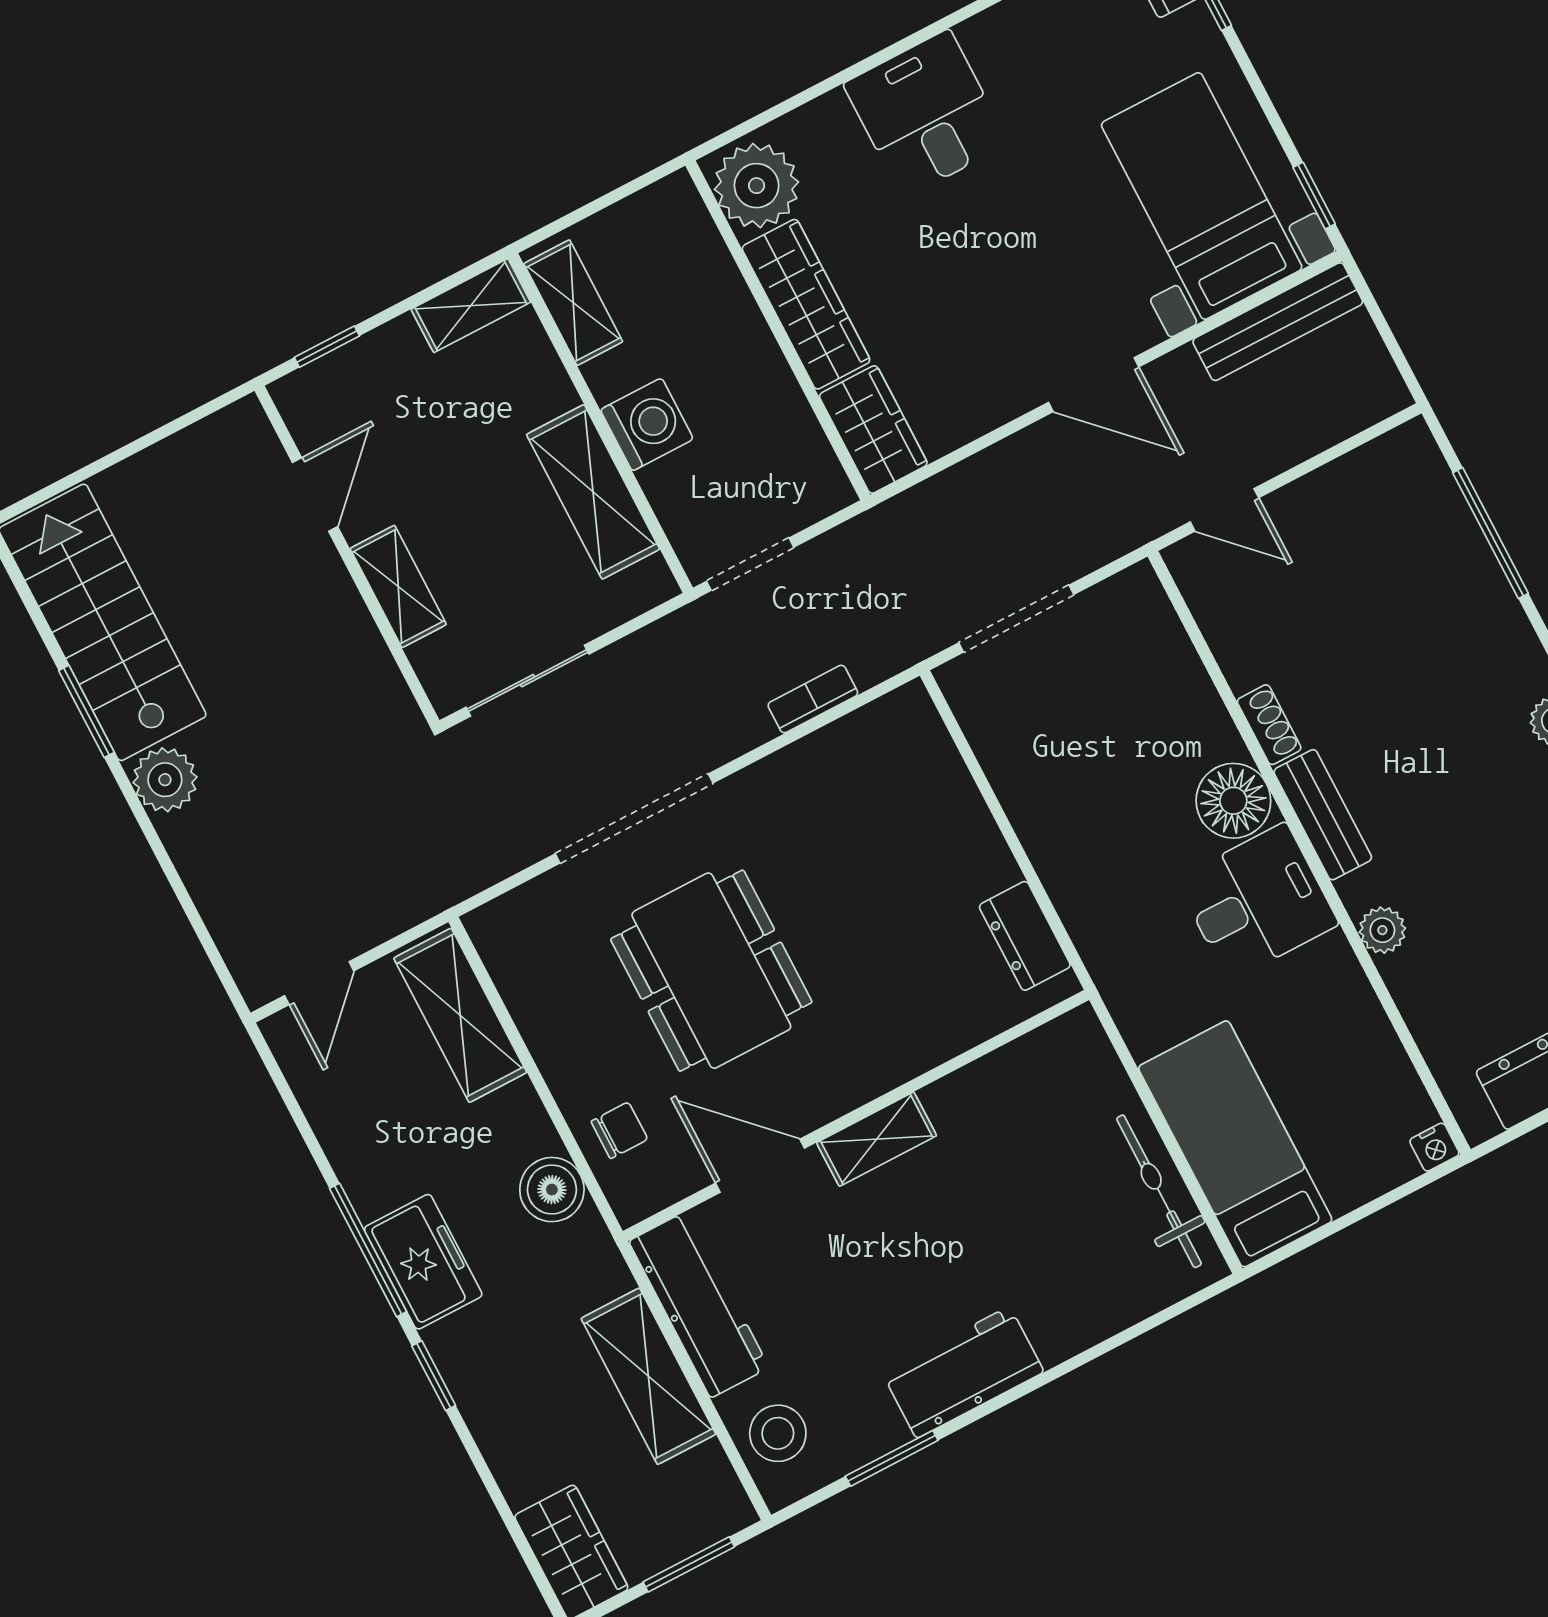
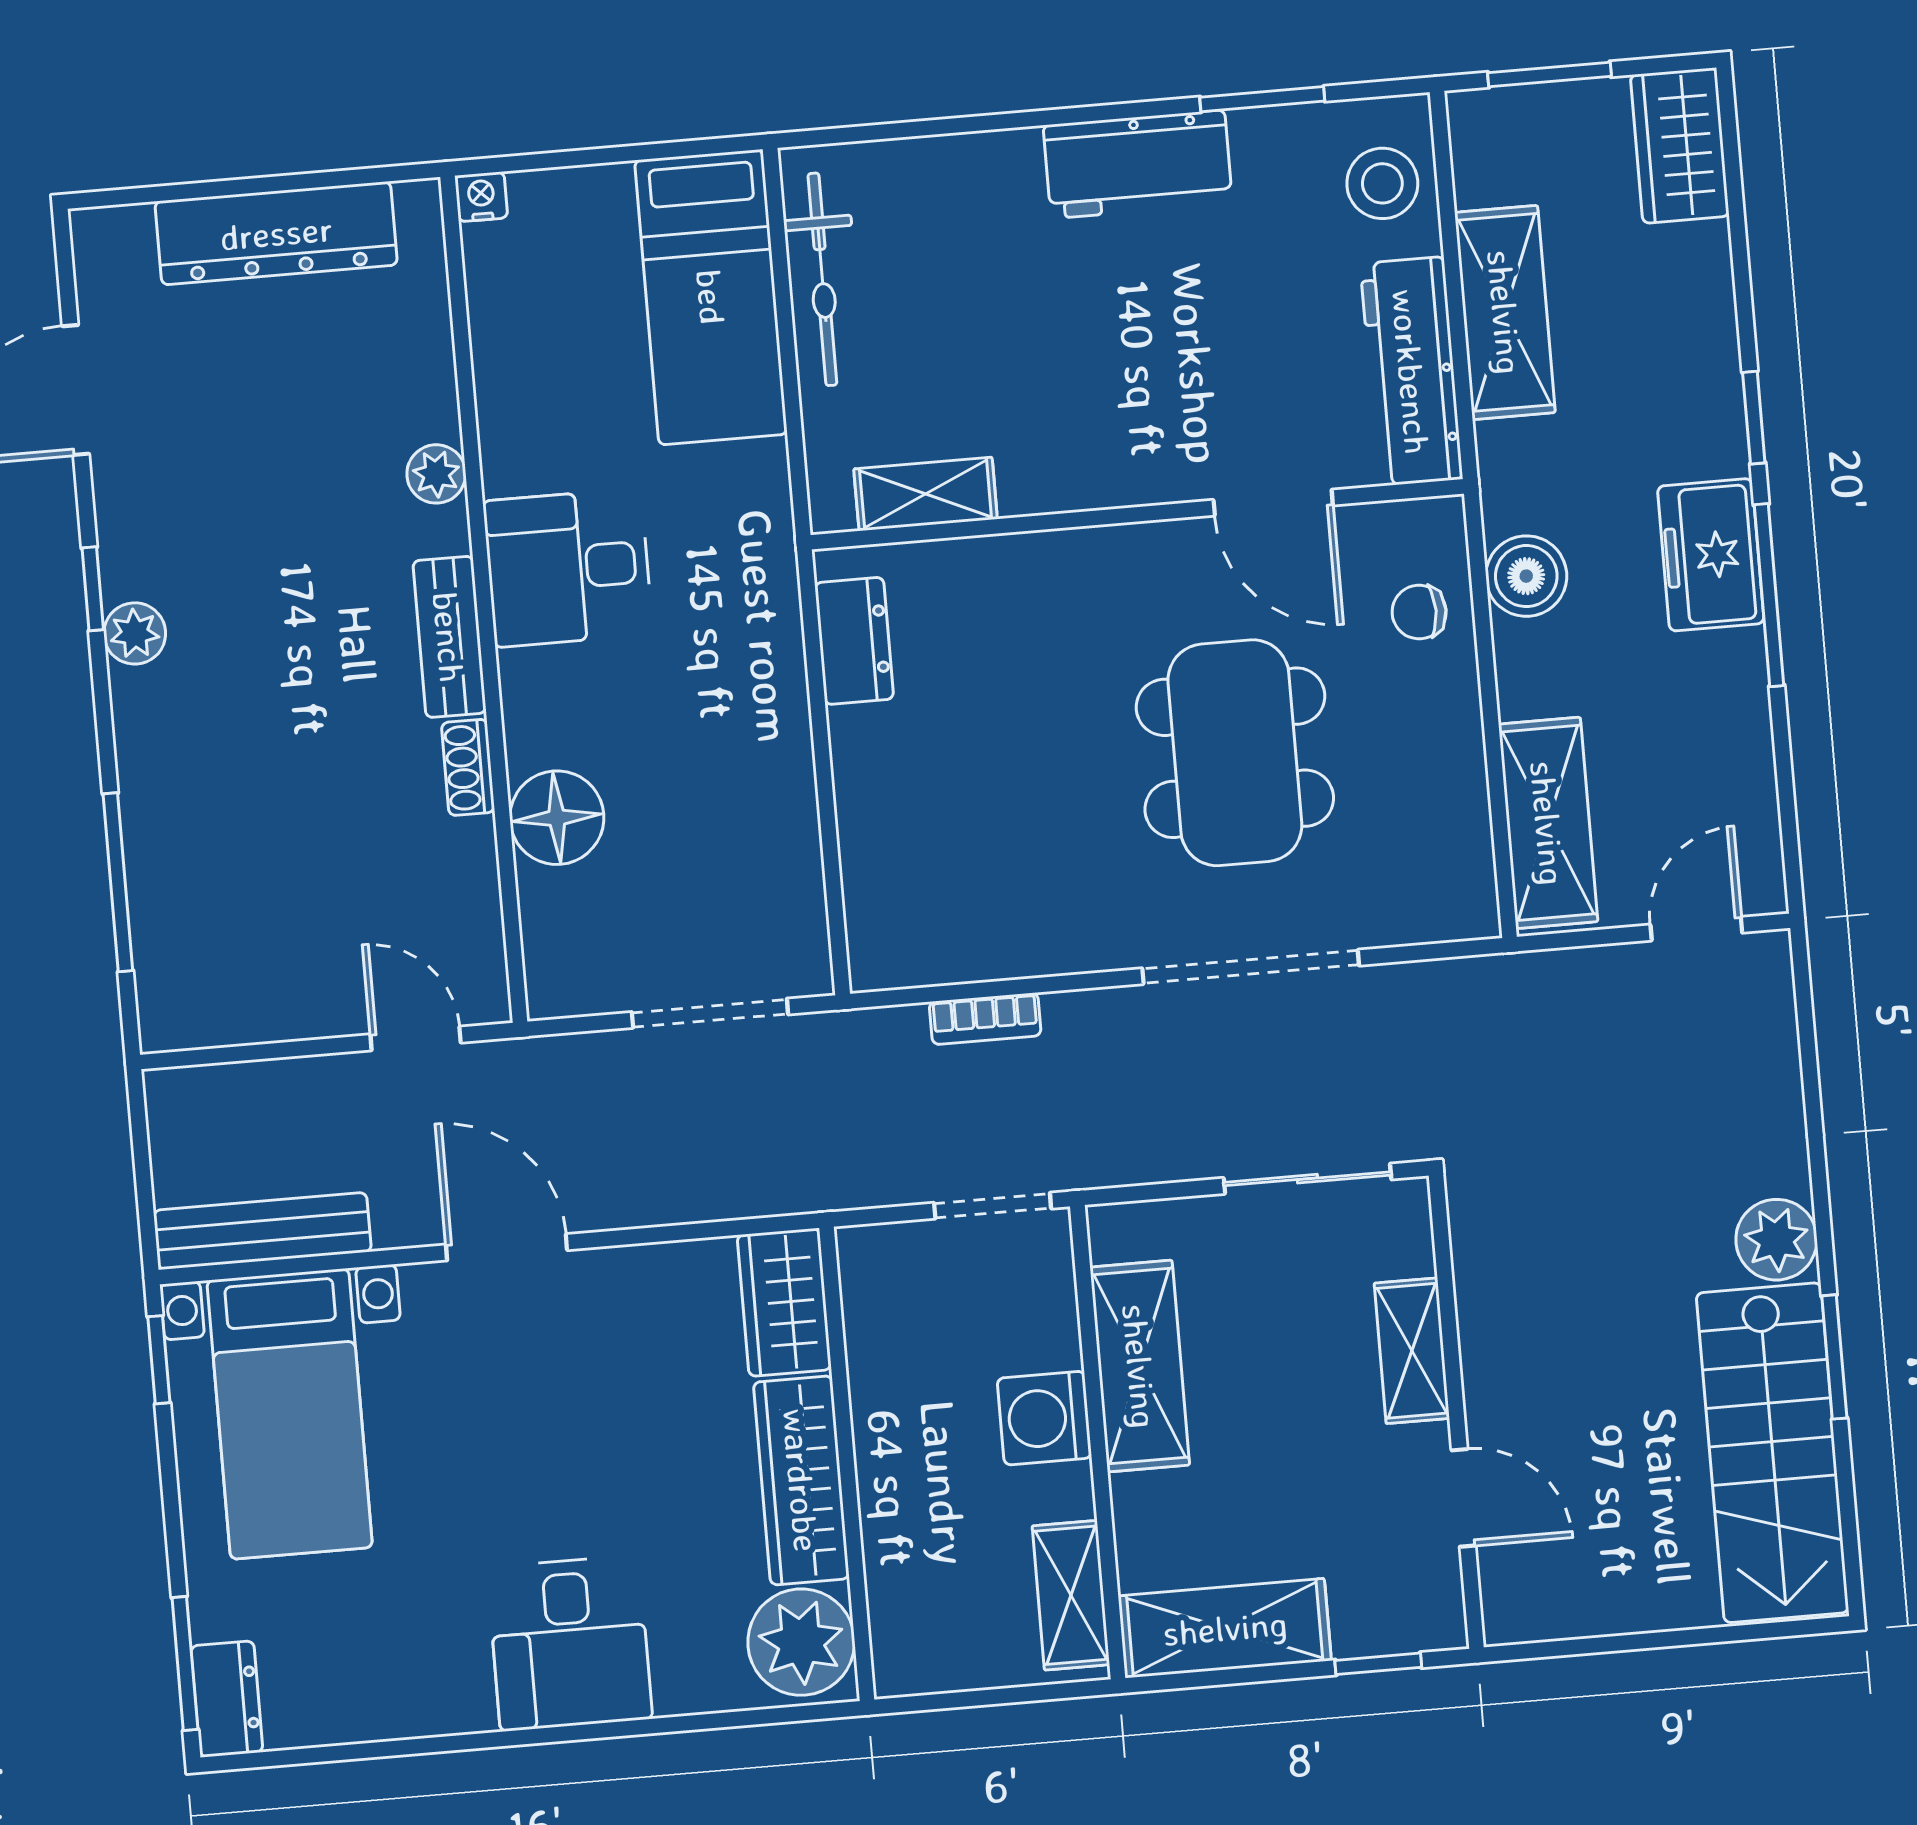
shelving: (471, 306) -> (1225, 1628), width x1.50, depth x1.33
door: (315, 494) -> (1464, 1498), swing flipped
floor lamp: (1233, 801) -> (557, 818), moved
shelving: (877, 1139) -> (926, 494), moved

